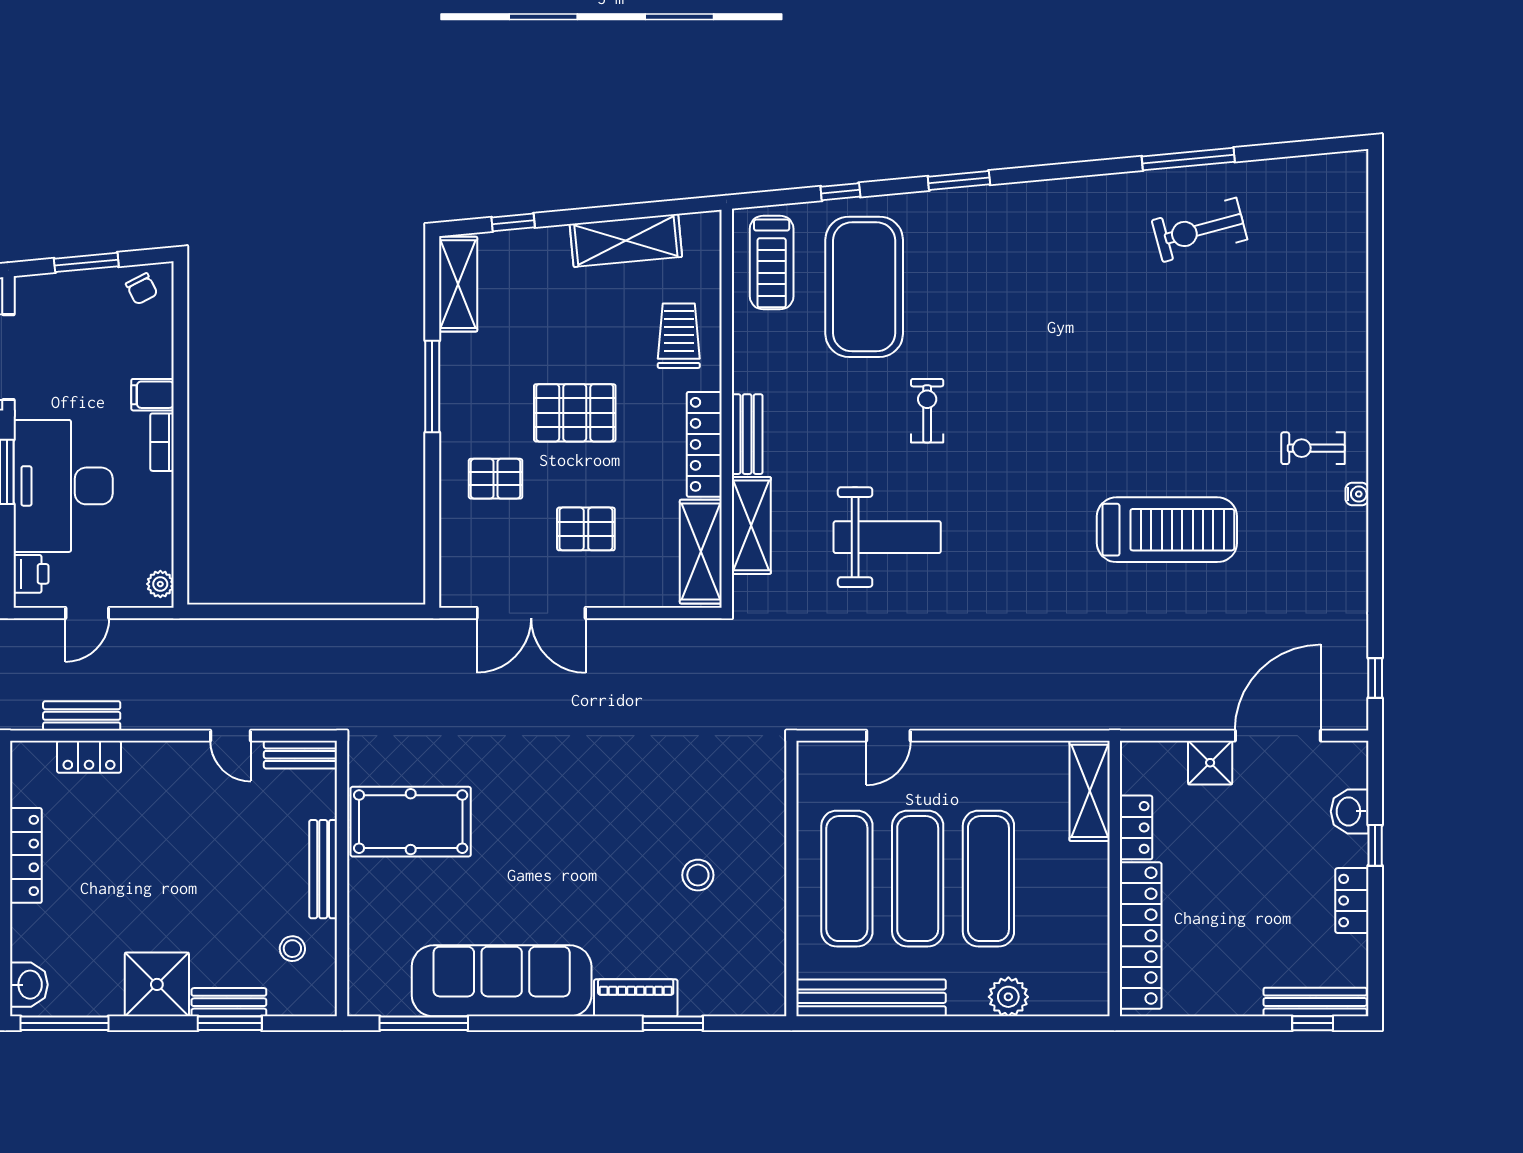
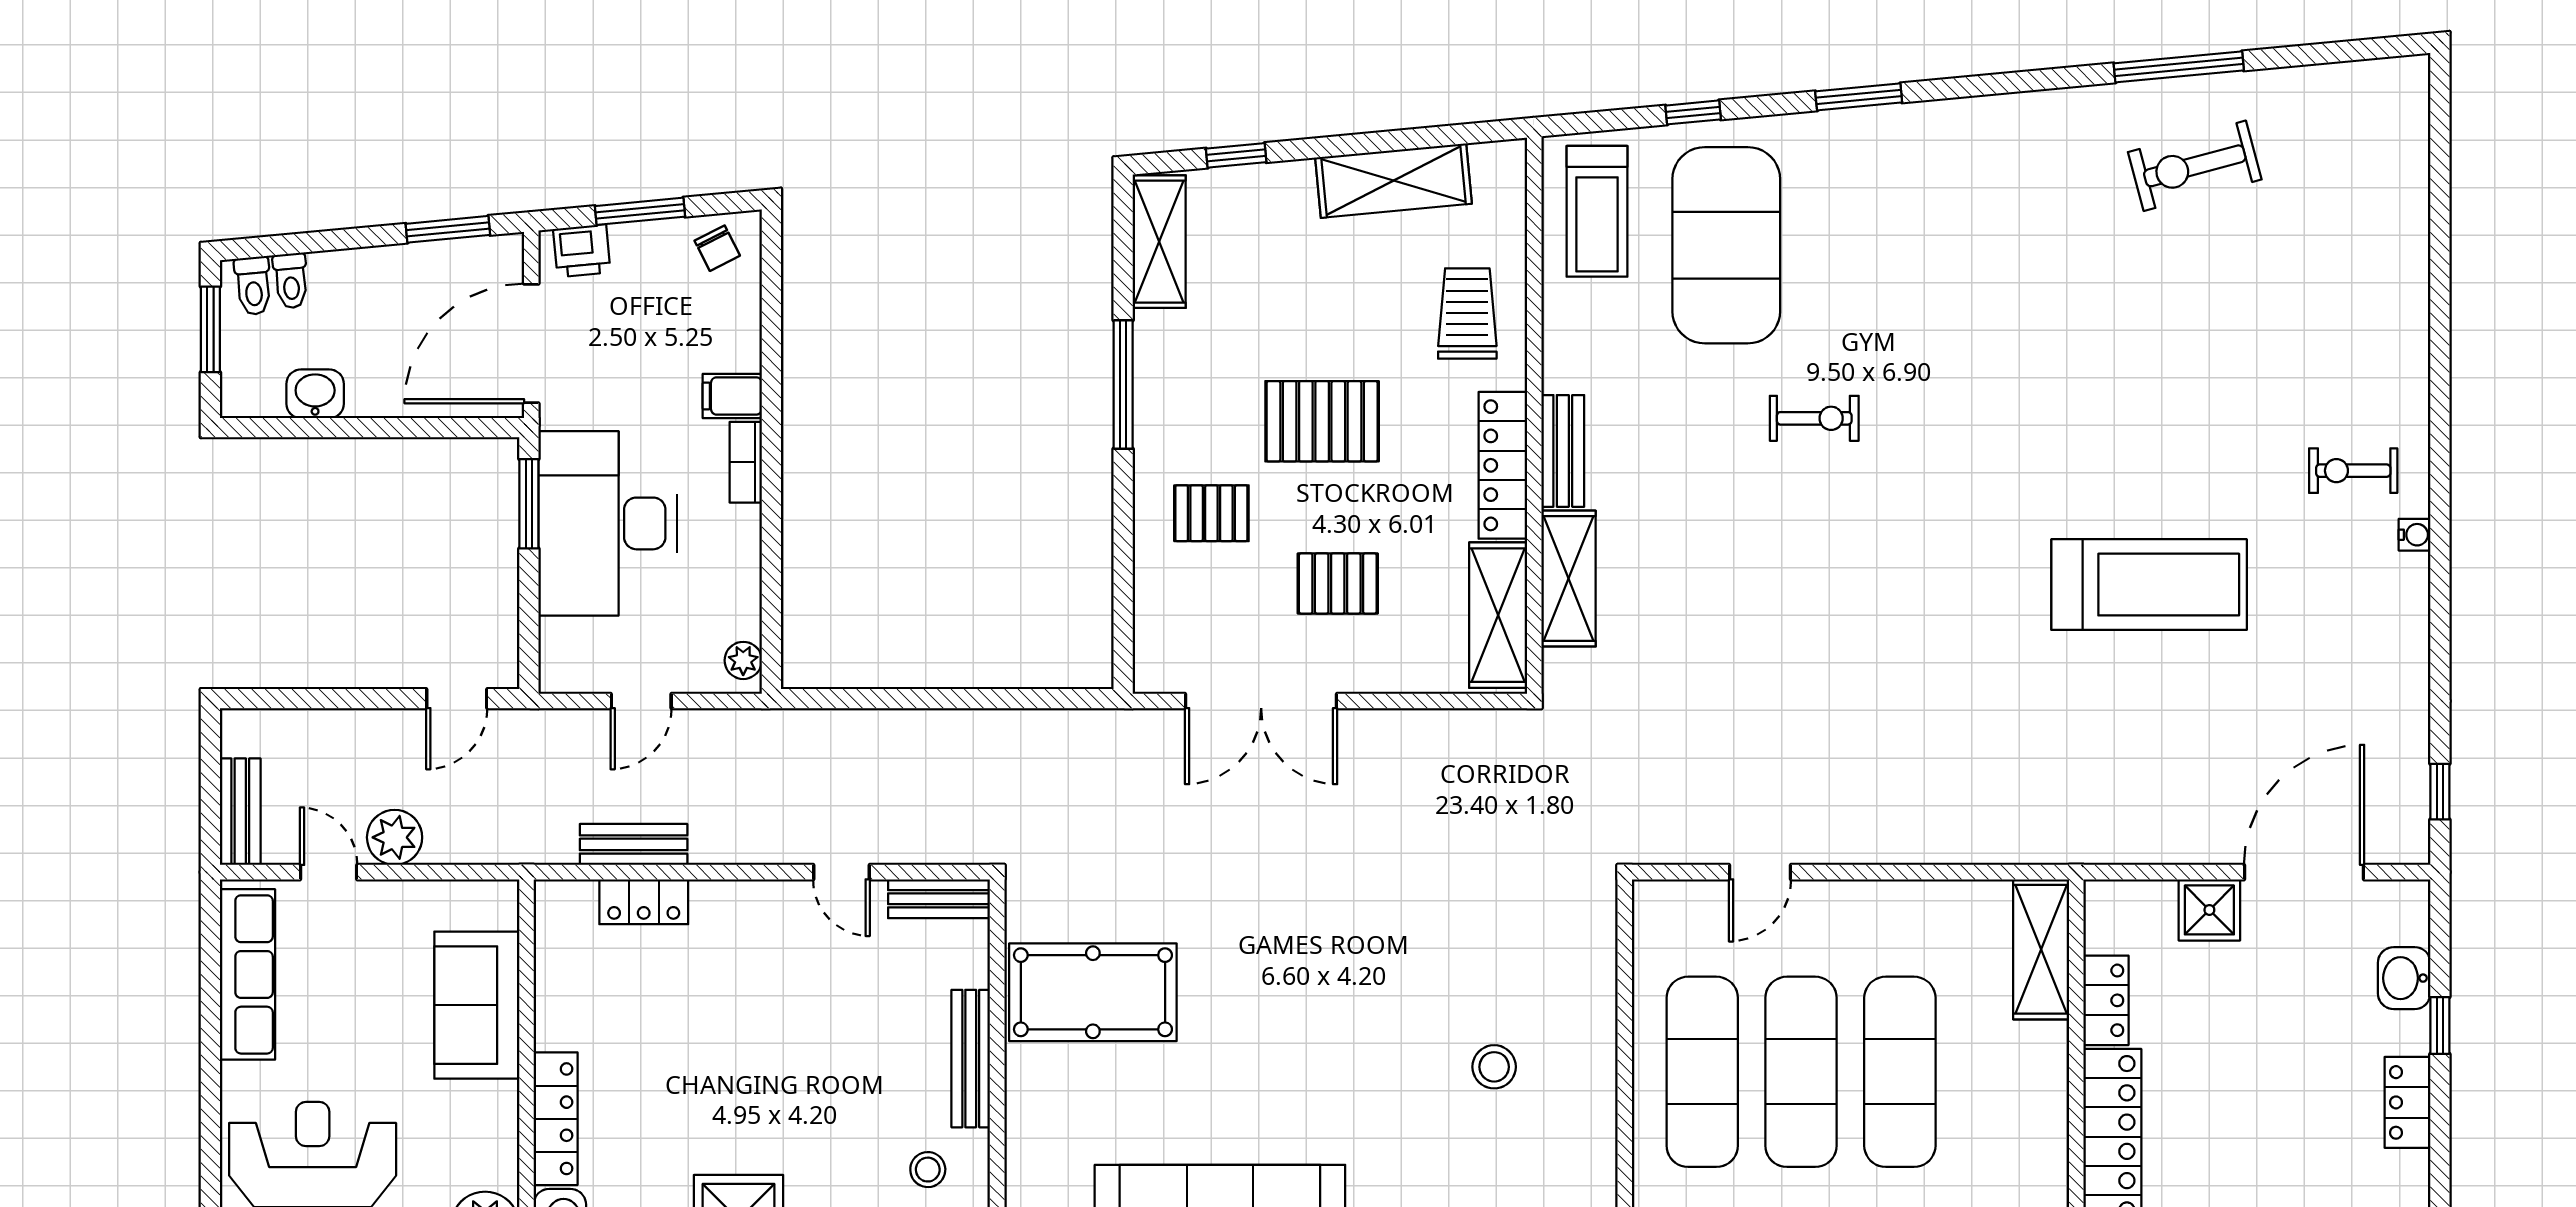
exercise bike: (927, 411) -> (1814, 418), turned 90
weight bench: (887, 537) -> (1758, 595), removed
printer: (31, 574) -> (582, 251), moved, turned 85
locker: (26, 855) -> (556, 1119), moved

